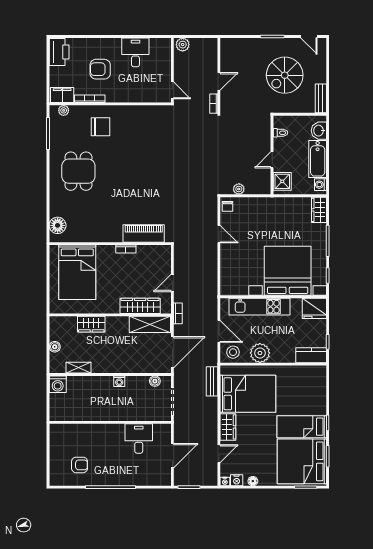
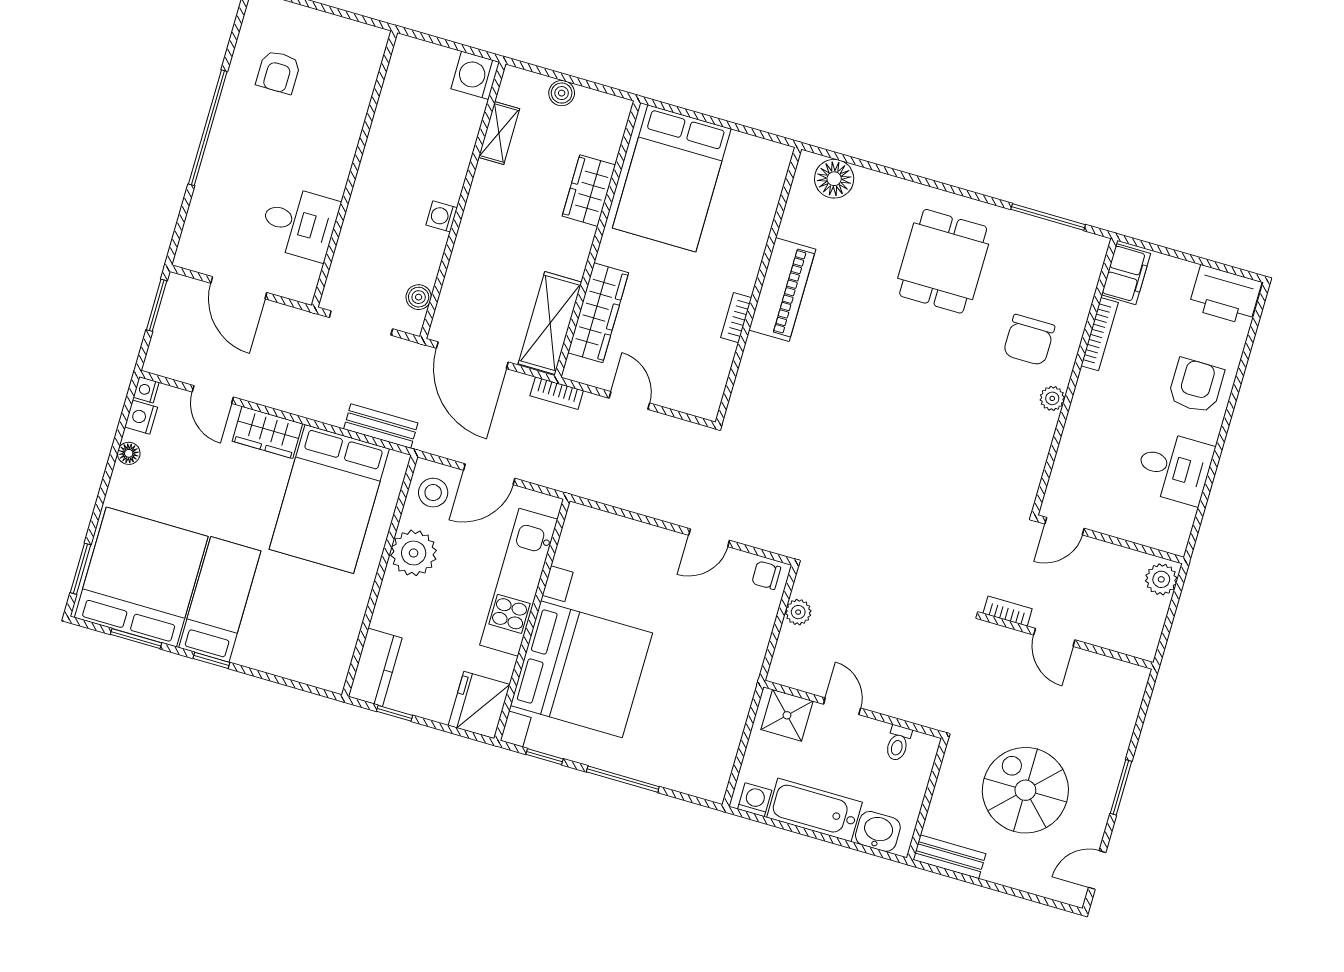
armchair: (100, 69) -> (1196, 386), moved
plant: (64, 110) -> (1052, 398), moved
dining table: (78, 171) -> (943, 261), turned 90
wardrobe: (319, 210) -> (699, 780), removed
piano: (144, 234) -> (782, 290), moved
bed: (77, 272) -> (672, 178), moved, turned -90

